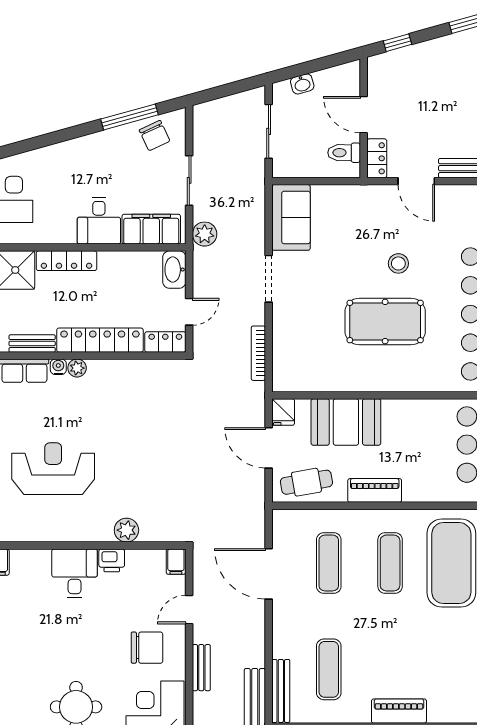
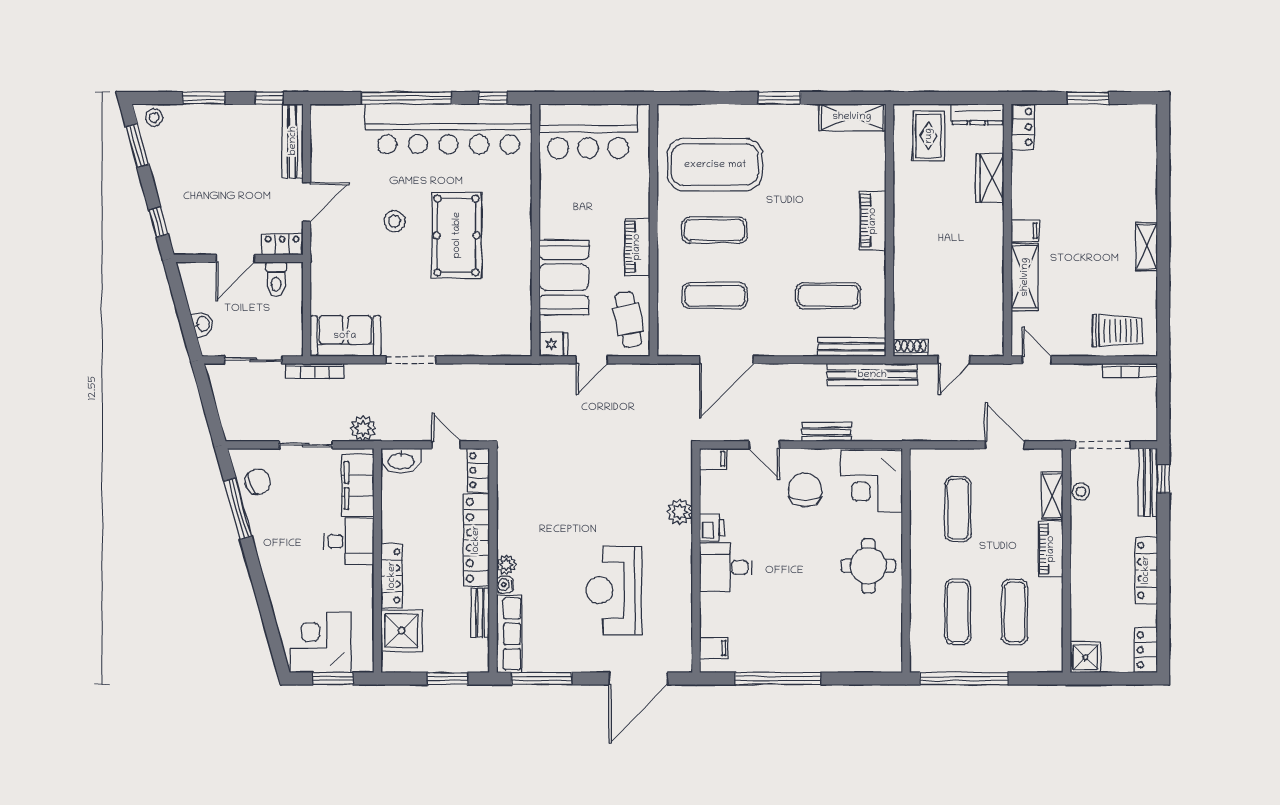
bookcase: (258, 353) -> (315, 371), moved
door: (269, 448) -> (592, 360), width x0.73

